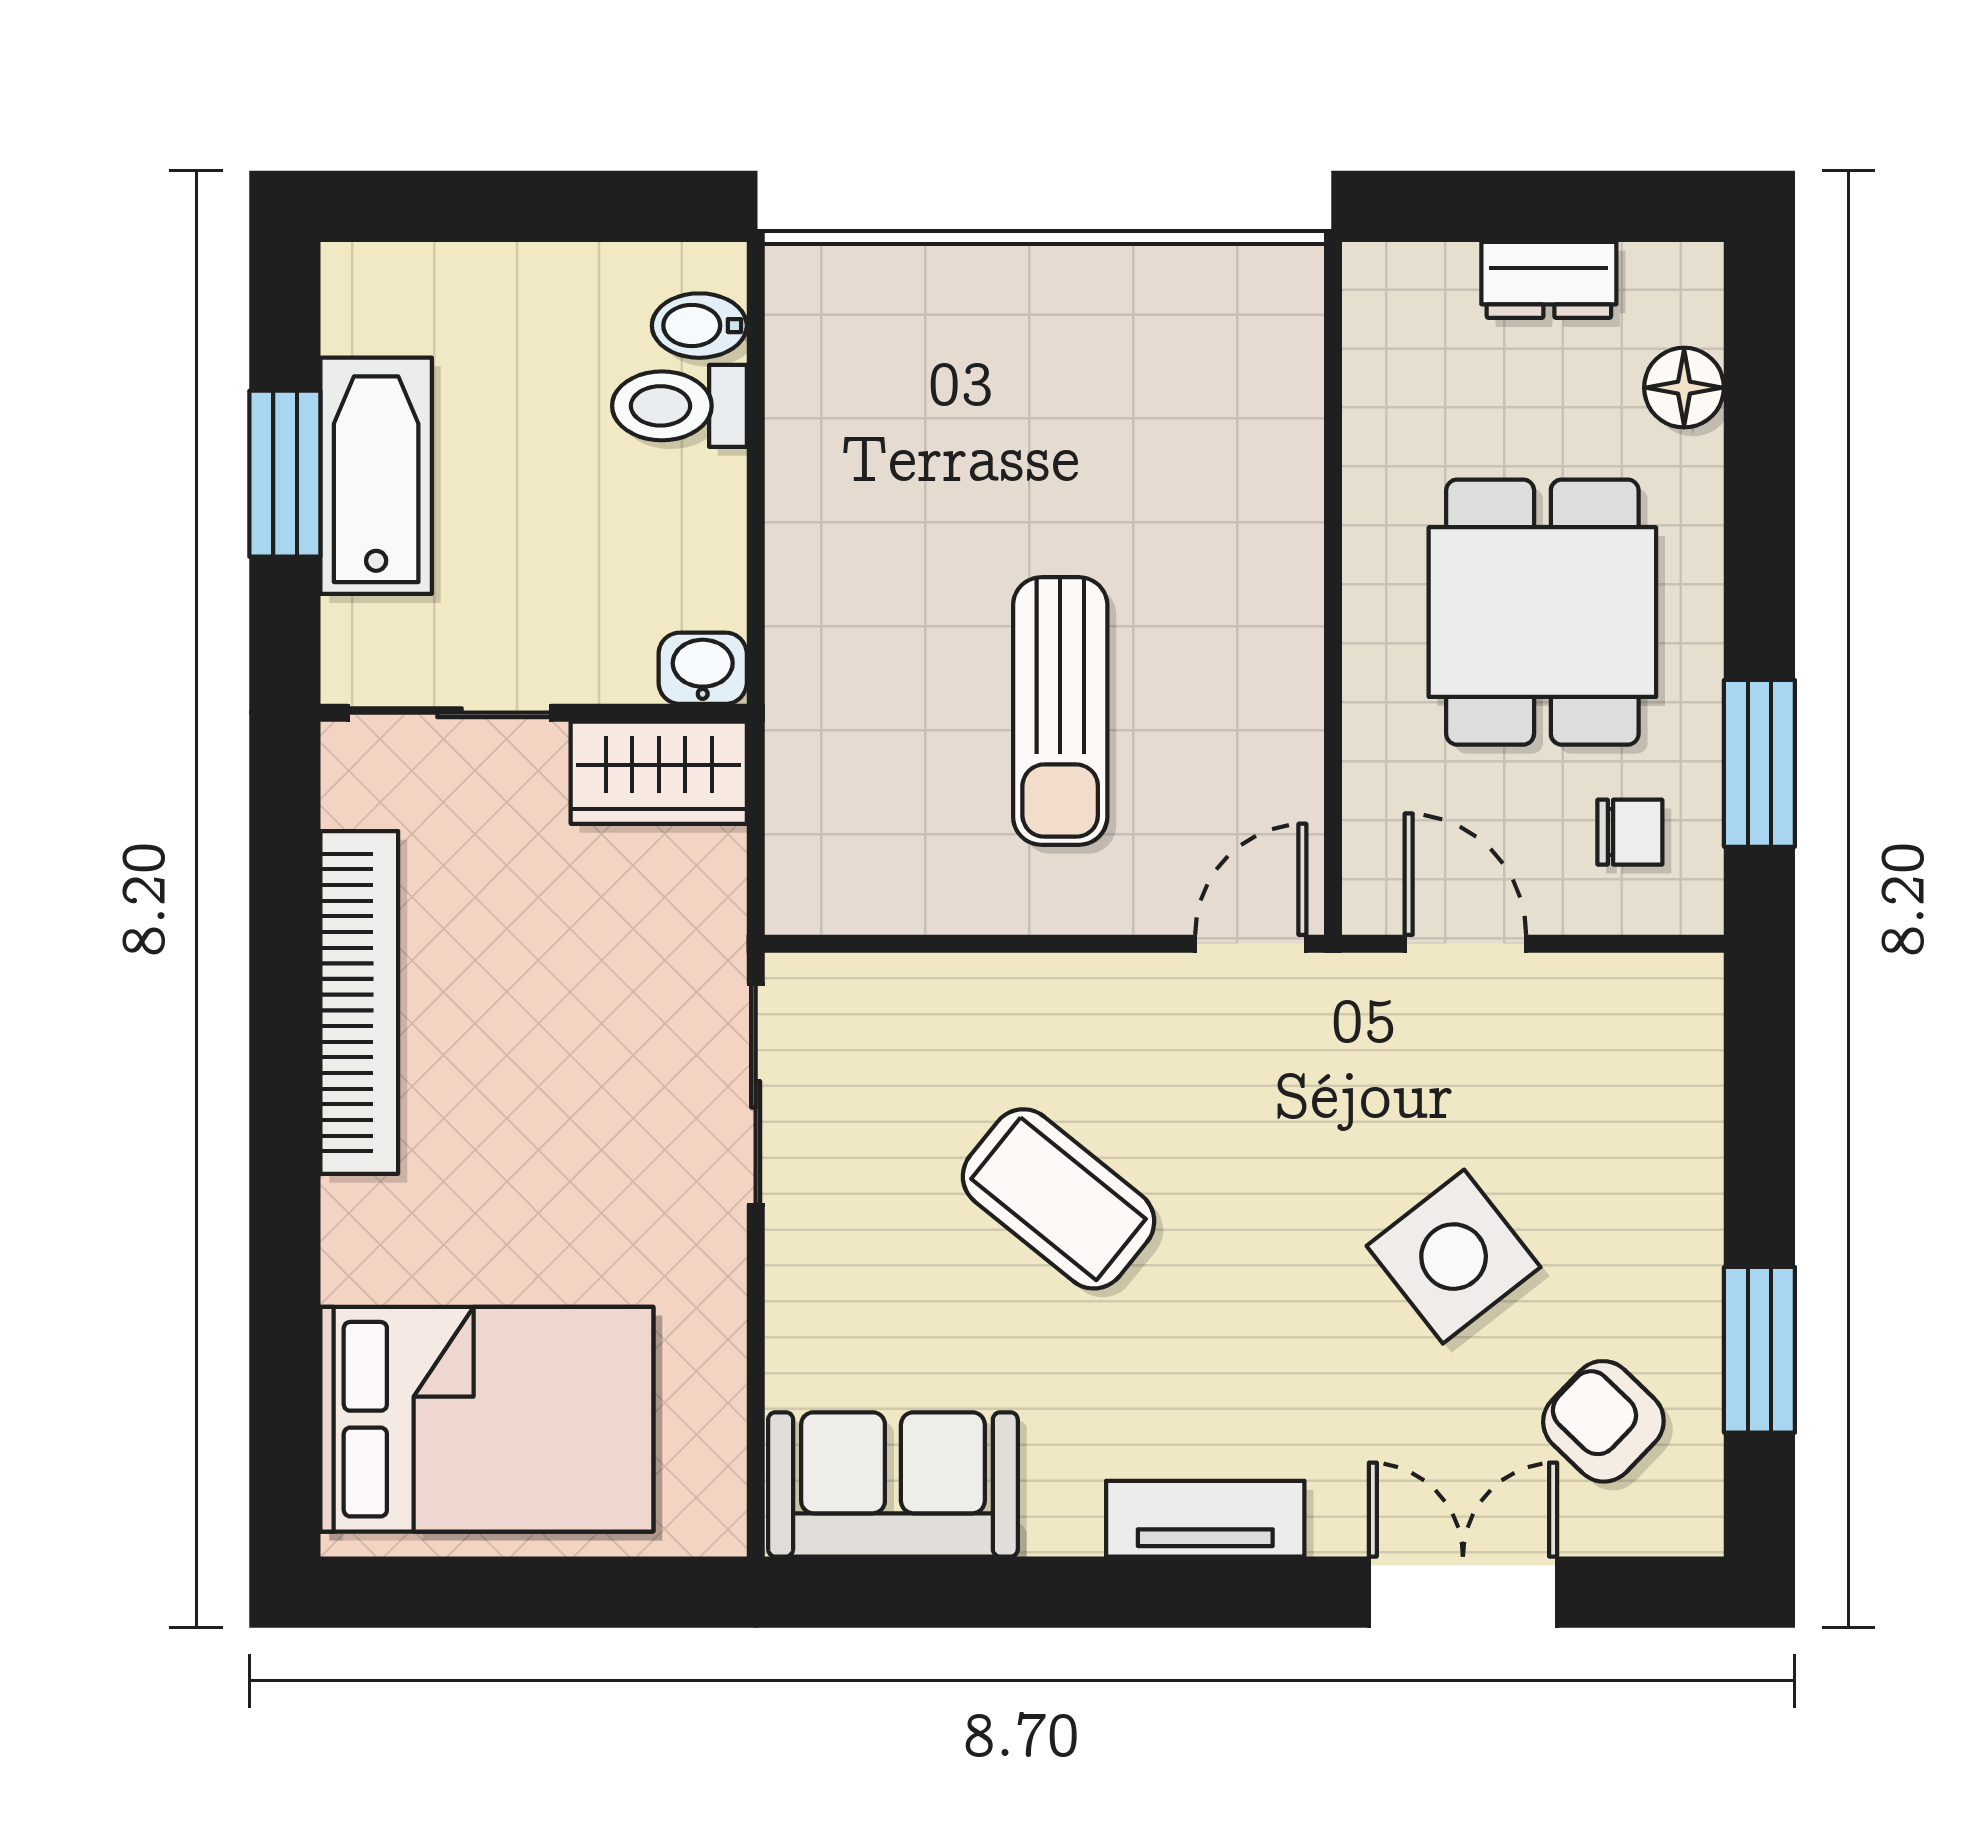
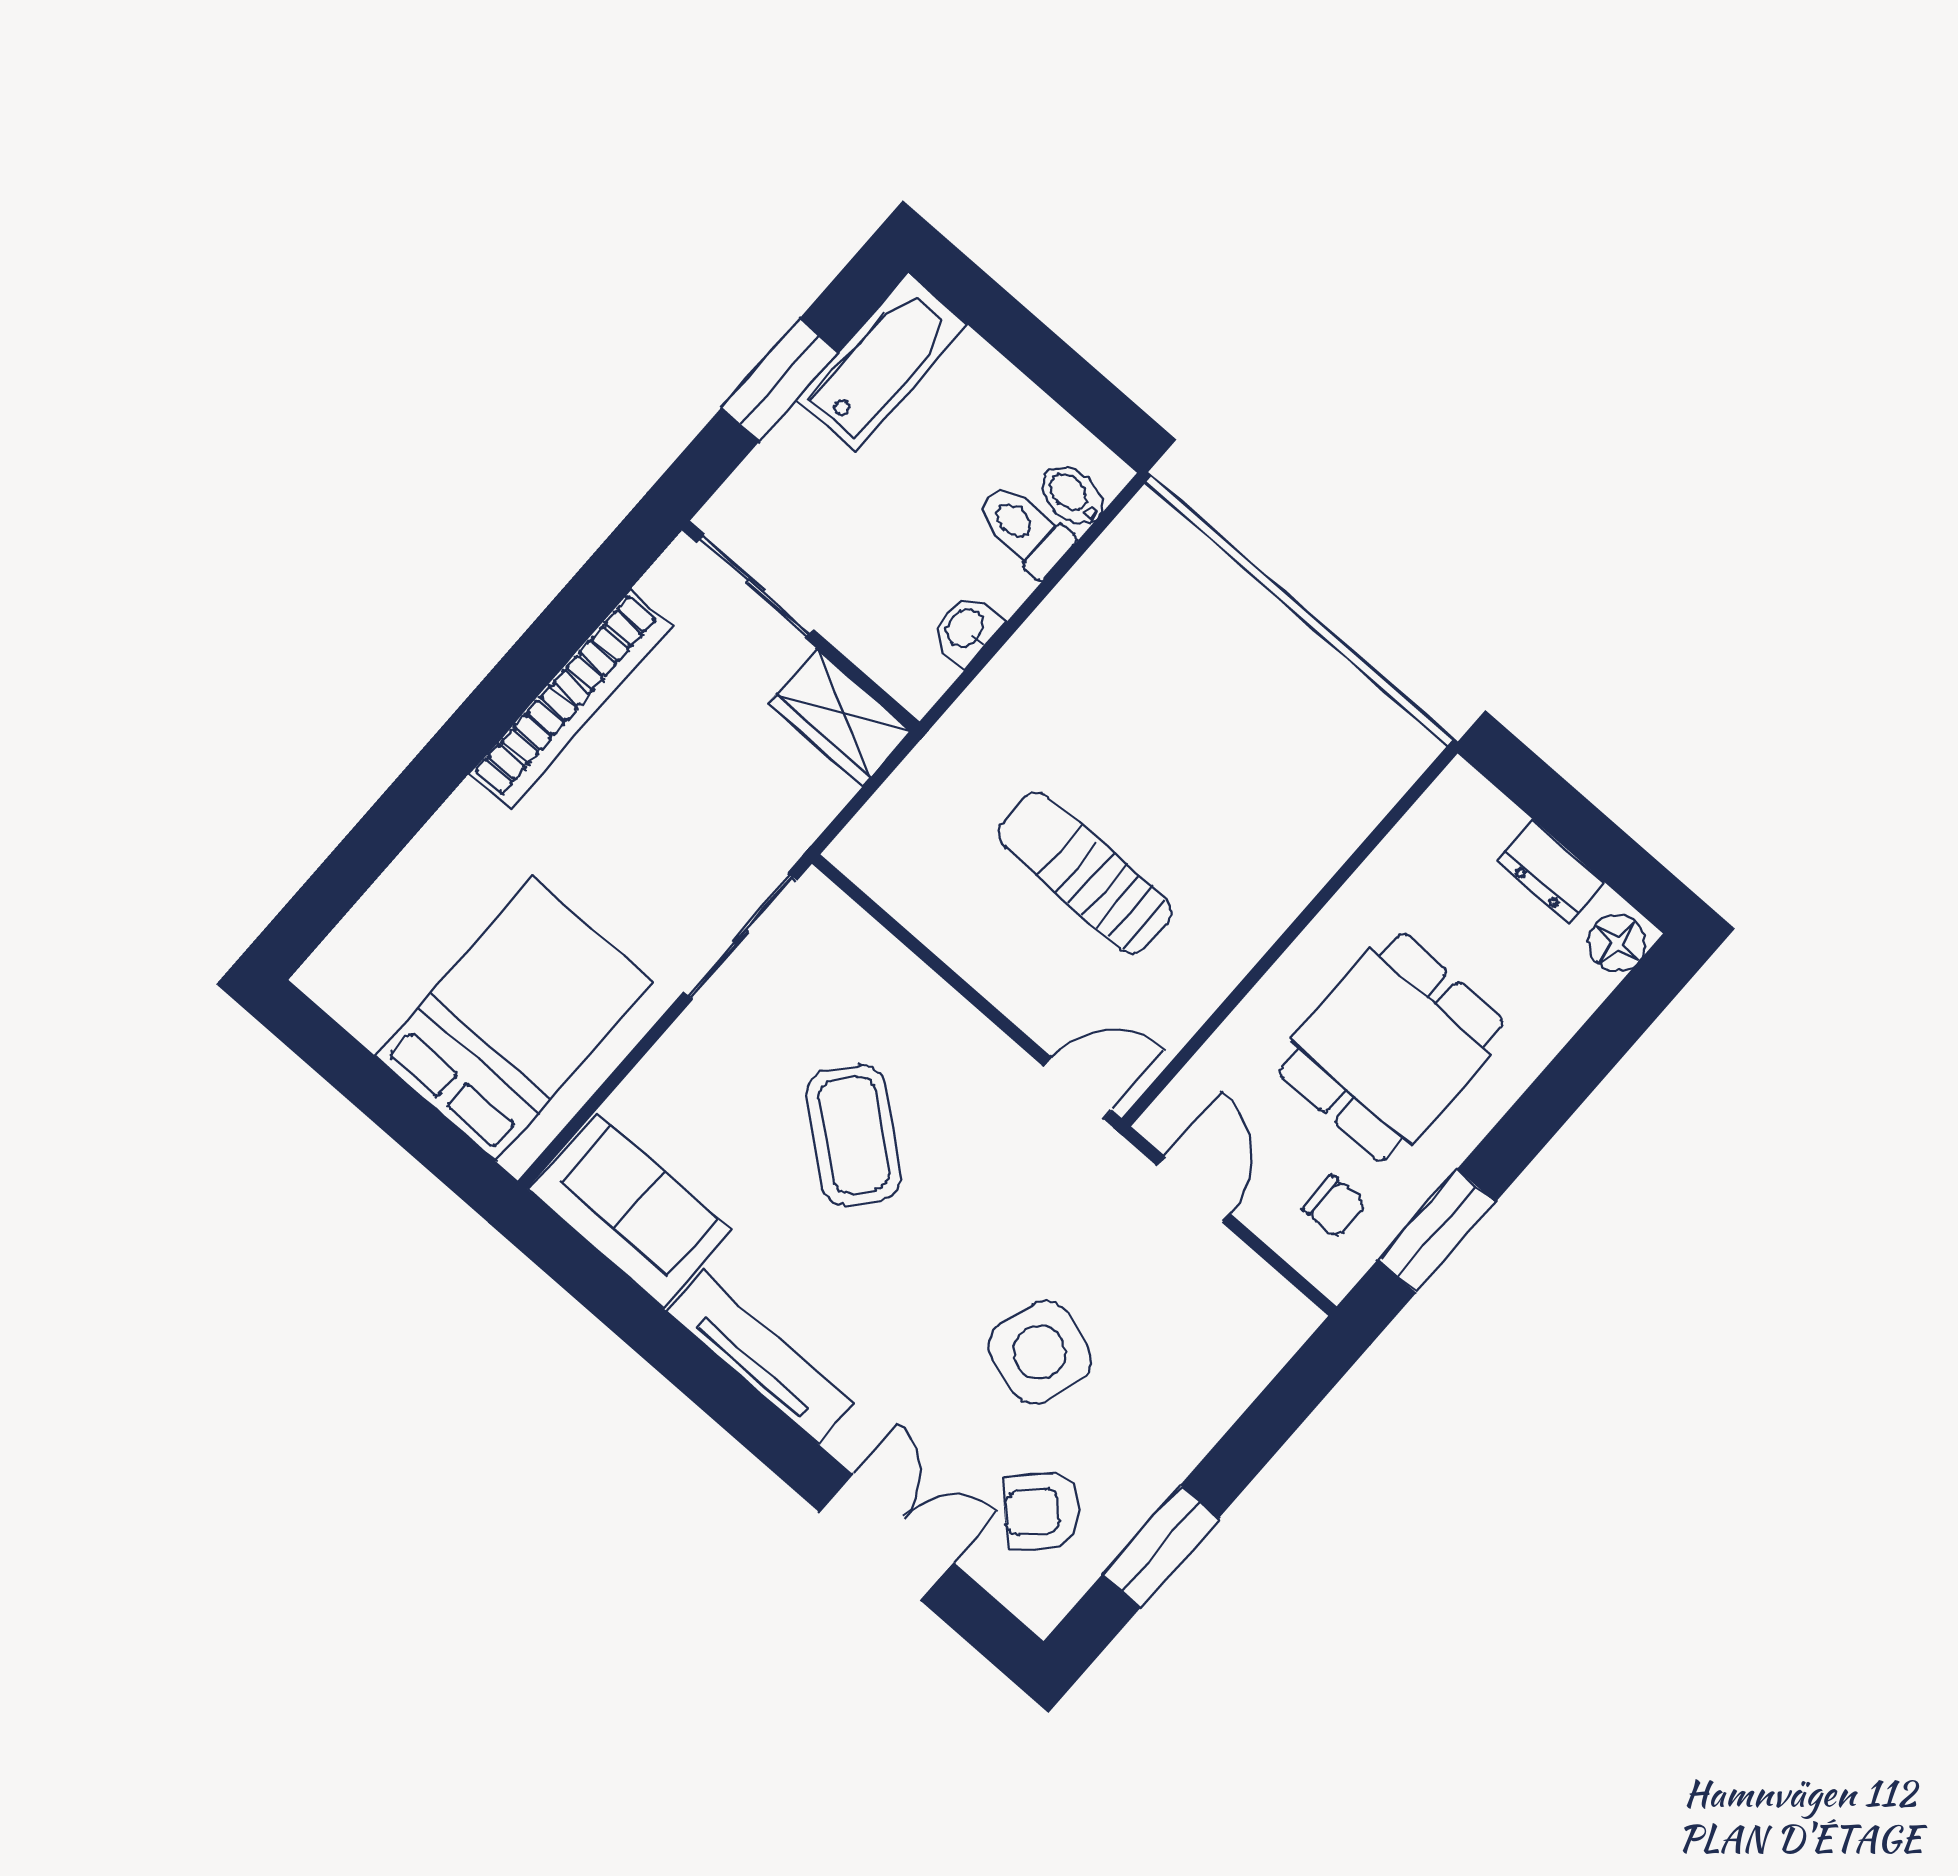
floor lamp: (1684, 388) -> (1617, 943), moved
bathtub: (376, 476) -> (882, 362), moved
washbasin: (703, 668) -> (966, 629), moved, turned -90
sun lounger: (1060, 711) -> (1085, 873), turned 90
side table: (1454, 1257) -> (1039, 1352), turned -35
bed: (487, 1419) -> (514, 1019), moved, turned -90
armchair: (1603, 1421) -> (1043, 1512), turned -89
tv unit: (1205, 1519) -> (760, 1357), width x1.41

